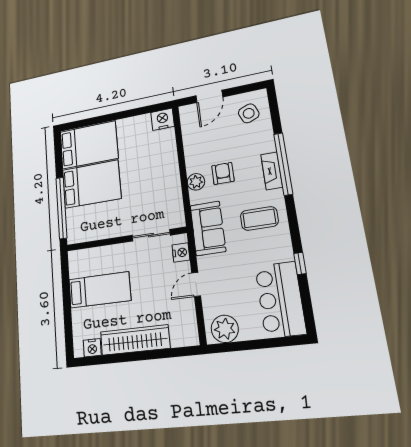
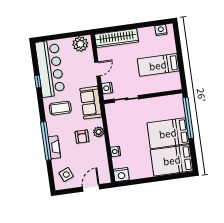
nightstand: (170, 153) -> (115, 151), added
fireplace: (272, 171) -> (54, 147), moved
bar counter: (280, 300) -> (50, 69), width x1.36
wardrobe: (135, 340) -> (117, 38), moved

